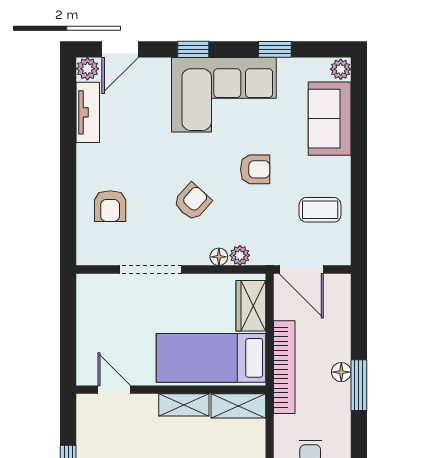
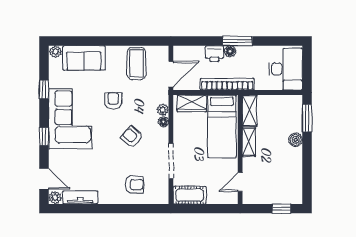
coffee table: (320, 210) -> (136, 63), width x1.36, depth x1.30
cot: (92, 302) -> (190, 195), added
printer: (337, 345) -> (214, 54), added

